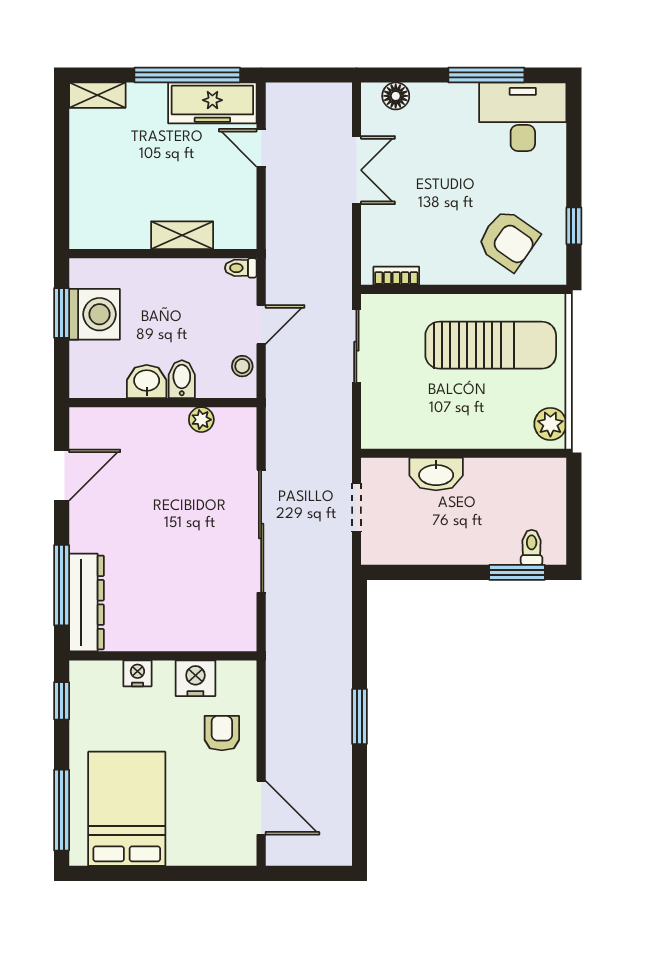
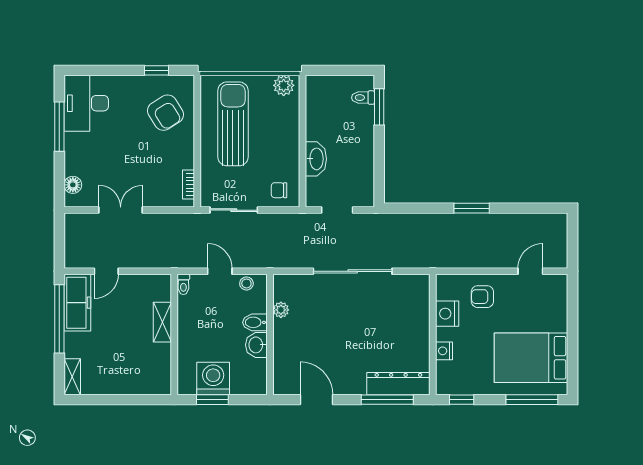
armchair: (508, 240) -> (166, 113), turned 113
chair: (387, 417) -> (279, 190), added
door: (261, 808) -> (530, 271), width x0.73

